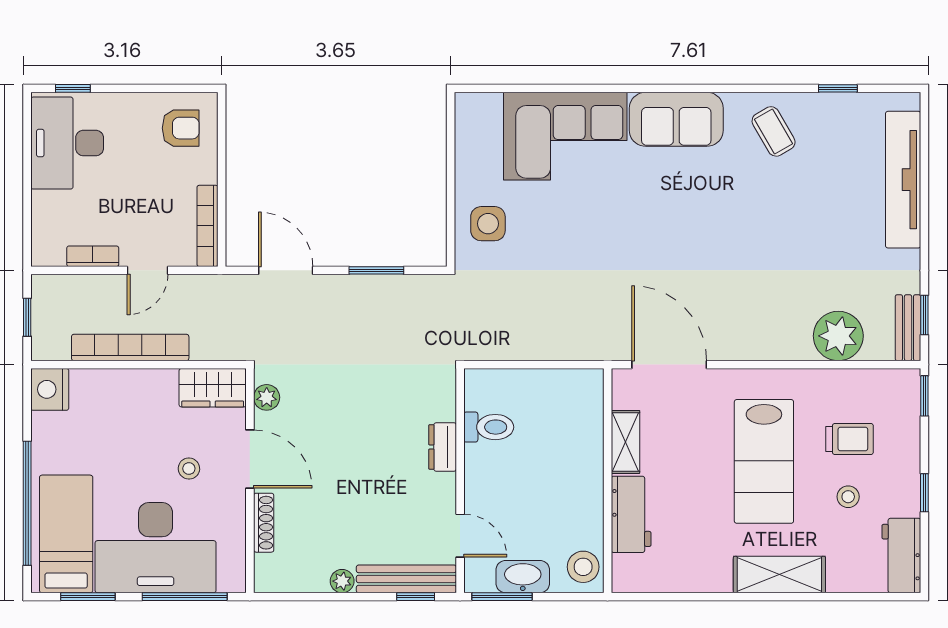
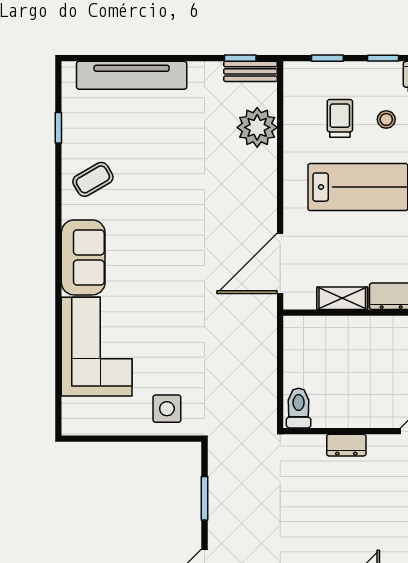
window: (924, 396) -> (327, 58), moved
toilet: (489, 427) -> (299, 408), moved

